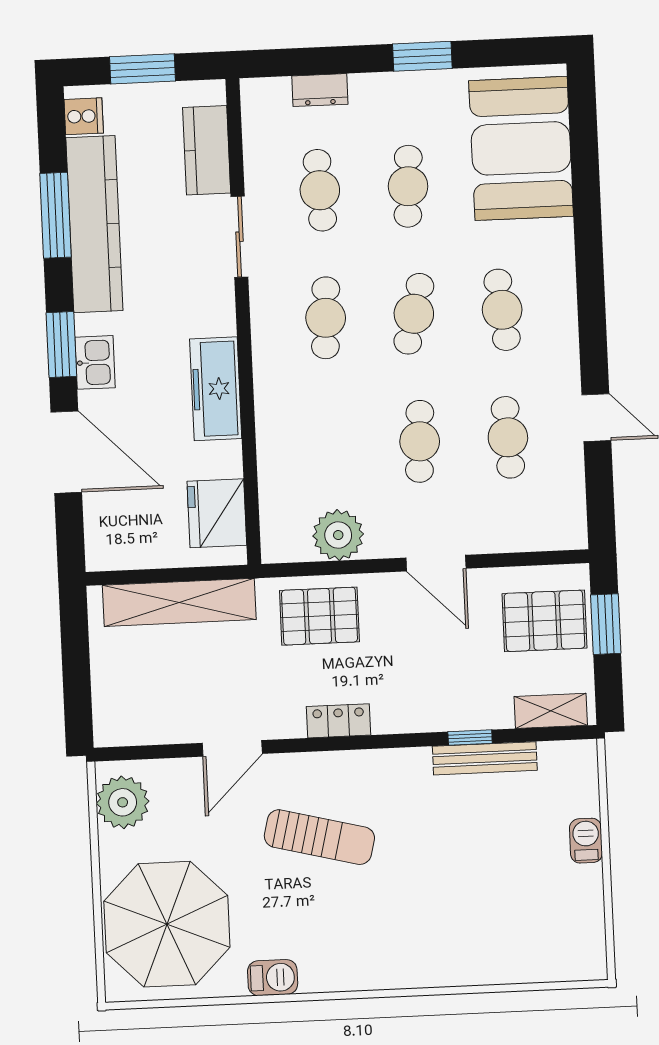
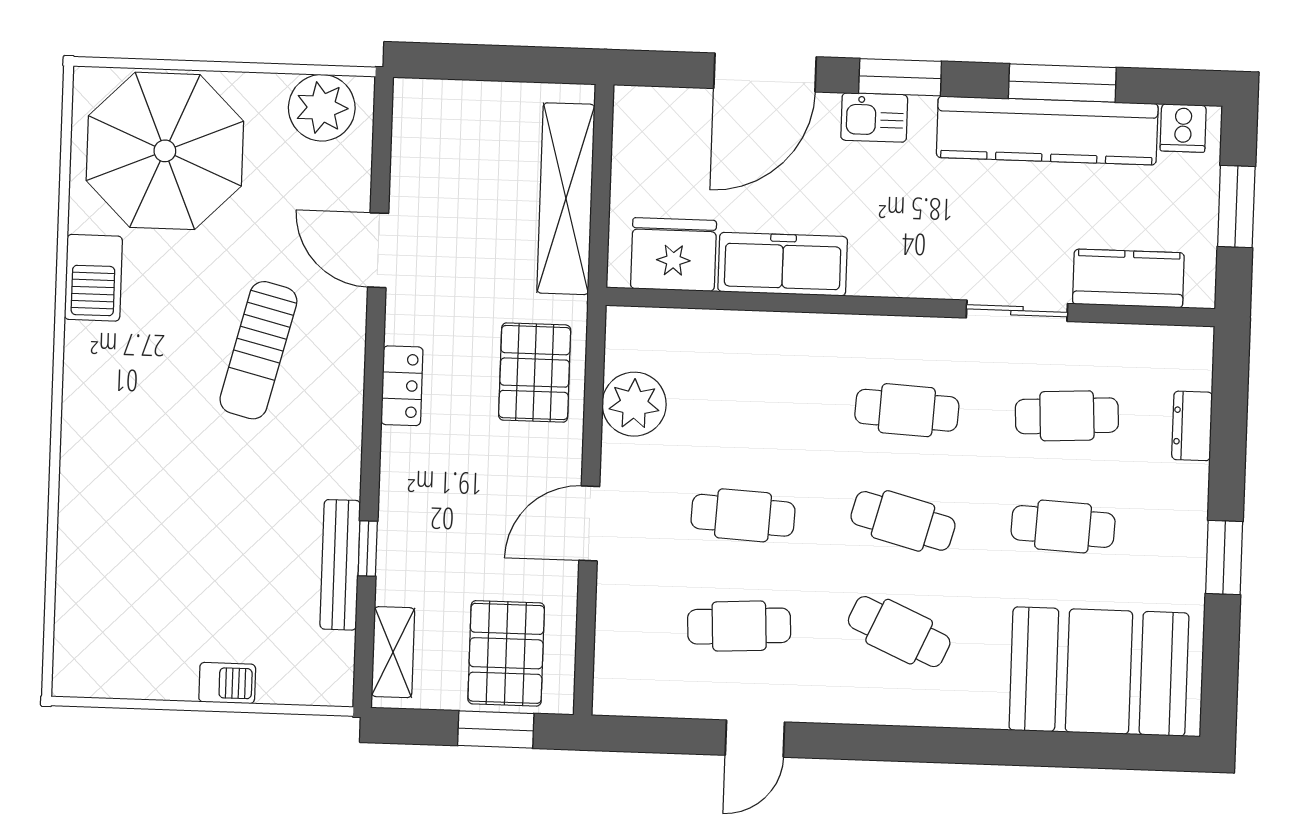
cafe table: (502, 310) -> (899, 632), turned 30
freezer: (216, 389) -> (783, 264), moved
barbecue: (273, 978) -> (93, 278), width x1.38, depth x1.27

